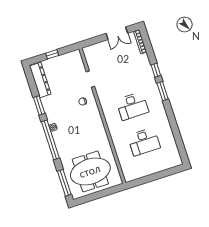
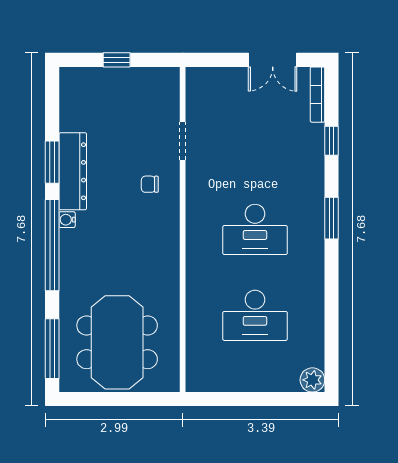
window: (156, 70) -> (331, 141), moved
dresser: (40, 80) -> (73, 171), moved
plant: (176, 161) -> (312, 380), added
meeting table: (90, 171) -> (117, 342), turned 90

